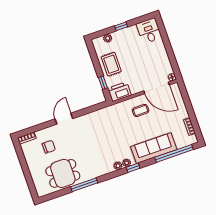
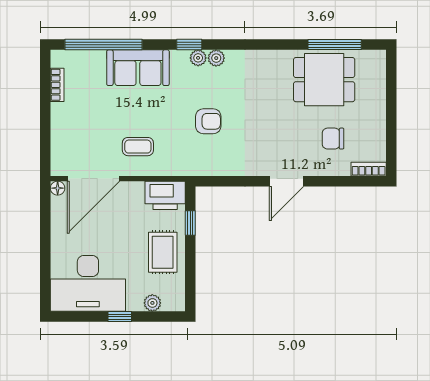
desk: (149, 31) -> (88, 283), width x1.87, depth x1.30
door: (157, 88) -> (93, 179), swing flipped
armchair: (111, 134) -> (208, 121), added
sofa: (154, 148) -> (138, 68), width x0.73
window: (84, 185) -> (335, 45), moved

